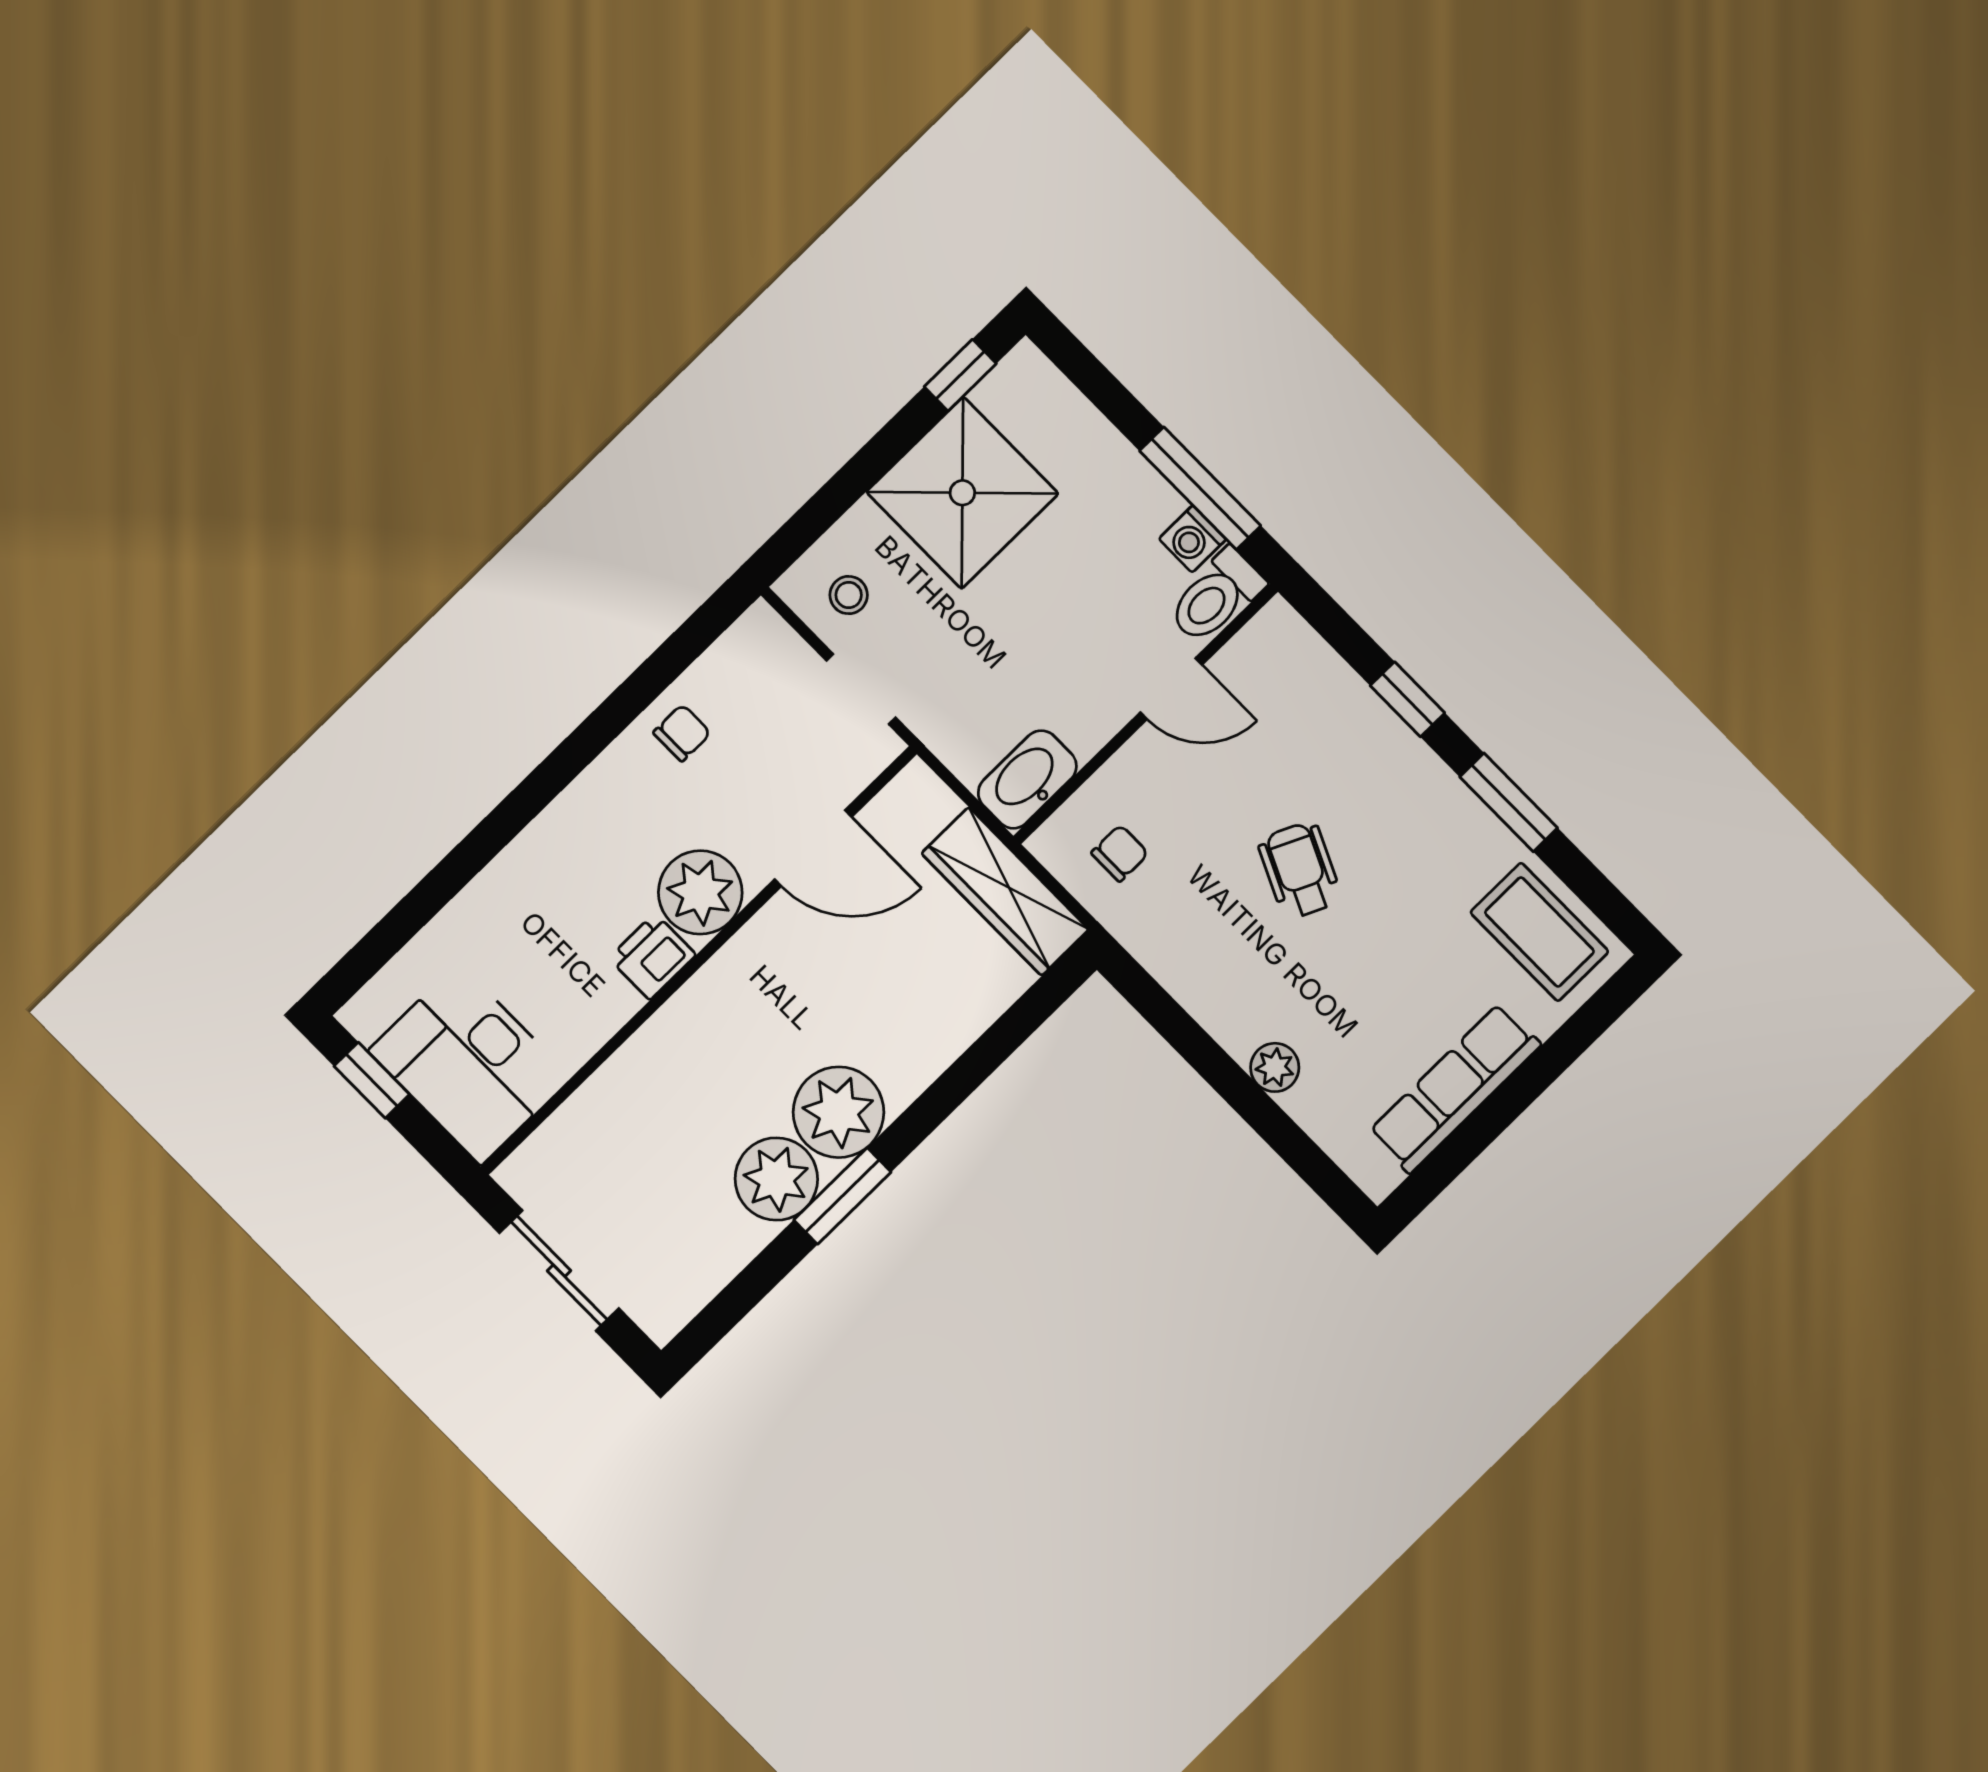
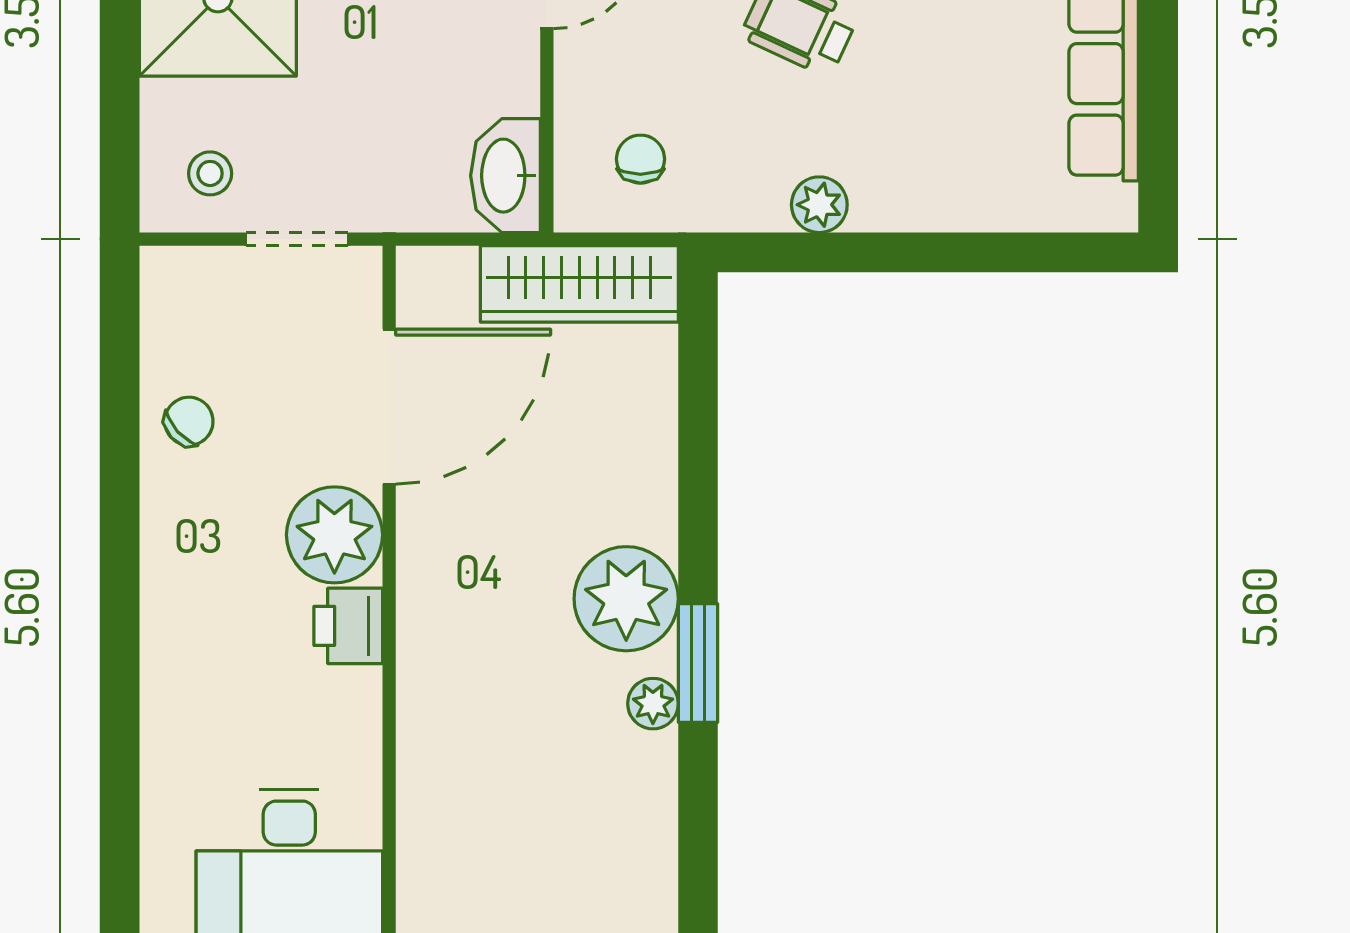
chair: (682, 733) -> (189, 421), turned 48
door: (813, 848) -> (389, 407), width x1.36
plant: (1275, 1067) -> (819, 205), moved
plant: (776, 1179) -> (653, 704), width x0.53, depth x0.53

